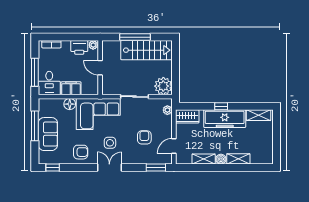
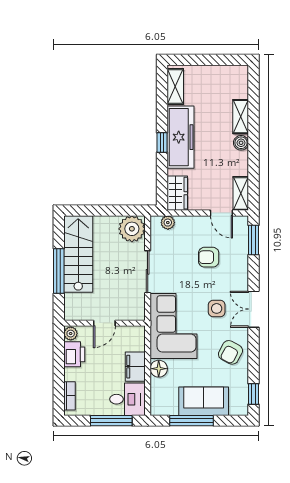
armchair: (81, 152) -> (230, 352), turned -152
shelving: (204, 159) -> (241, 193), moved

